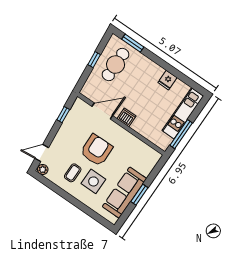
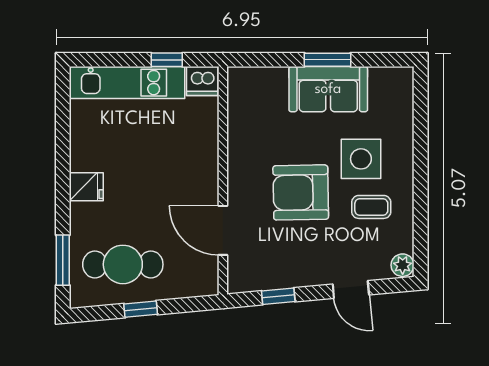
fridge: (167, 80) -> (86, 187), moved
dishwasher: (127, 117) -> (202, 81), moved, turned -90
window: (181, 134) -> (167, 60), width x0.46
door: (42, 153) -> (351, 290), moved
sofa: (124, 193) -> (328, 89), width x0.73

